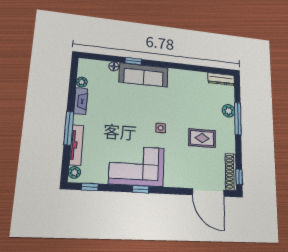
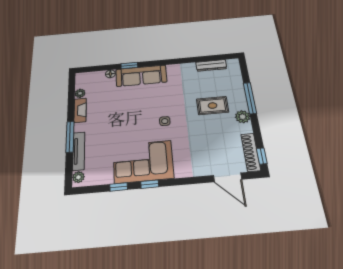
dresser: (221, 79) -> (211, 65), moved
plant: (229, 111) -> (243, 117), moved
rug: (202, 138) -> (213, 106), moved
window: (90, 187) -> (119, 187), moved
door: (208, 193) -> (227, 177), width x0.73

